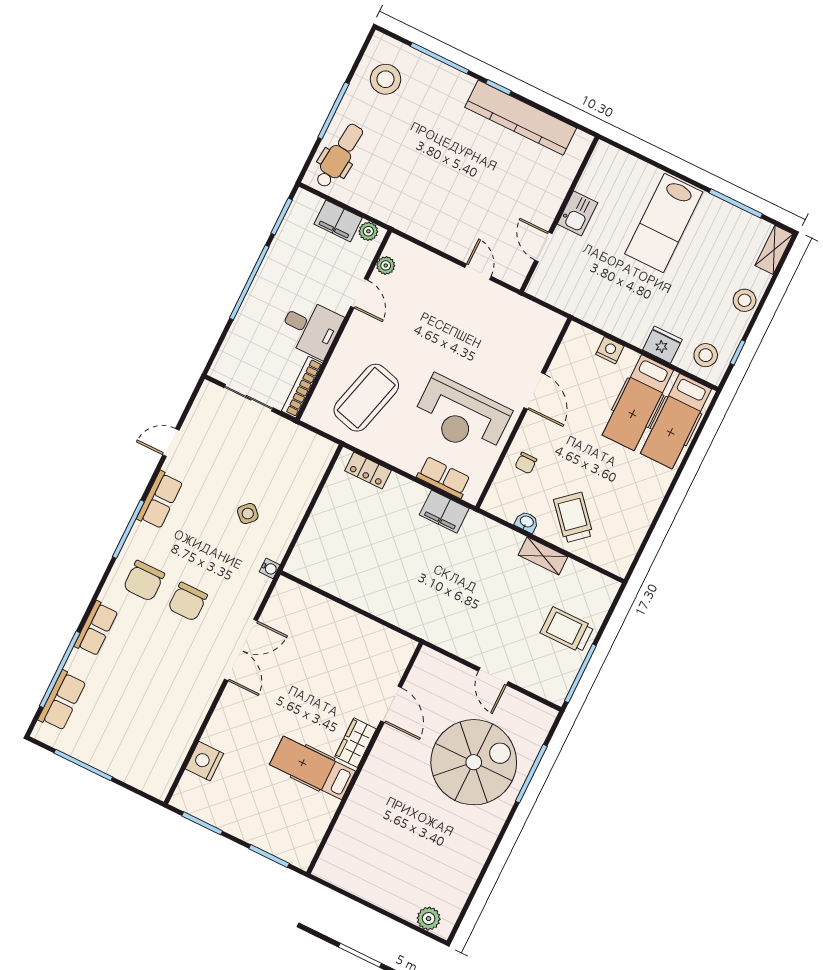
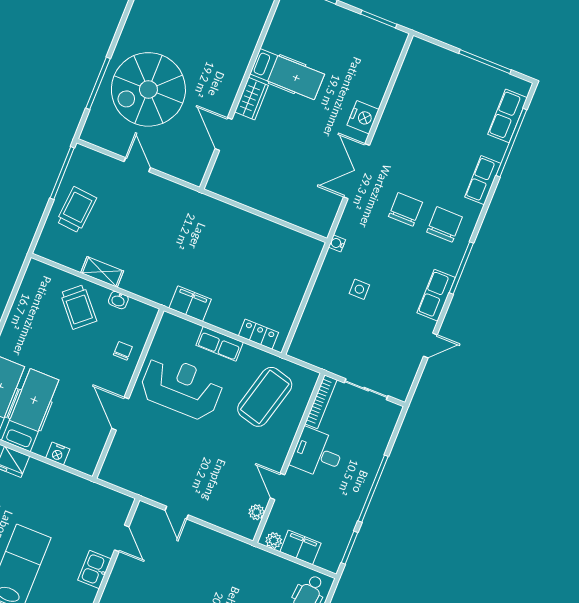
row of seats: (444, 477) -> (220, 344), moved
side table: (248, 514) -> (359, 289), turned 45
trolley: (567, 630) -> (76, 210), turned -85
nightstand: (204, 761) -> (363, 117), moved

